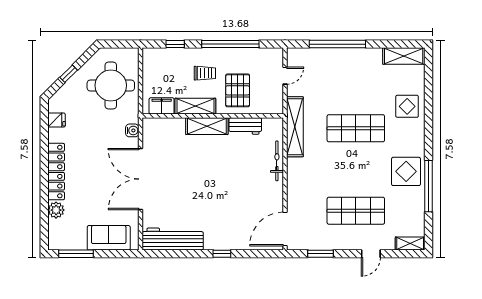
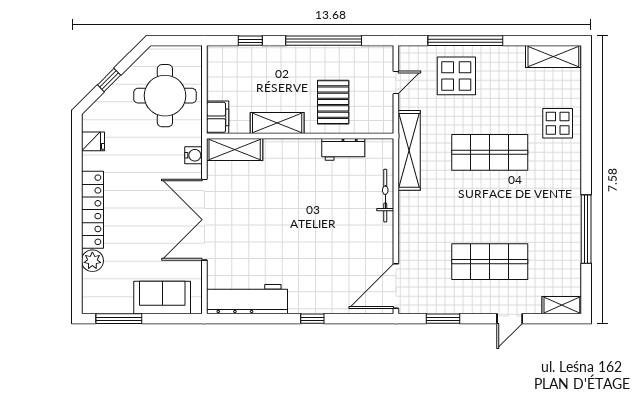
trolley: (205, 73) -> (290, 79), removed
filing cabinet: (162, 106) -> (218, 117), moved, turned 90
shelving: (207, 126) -> (235, 149), moved
display table: (406, 171) -> (456, 76), moved

